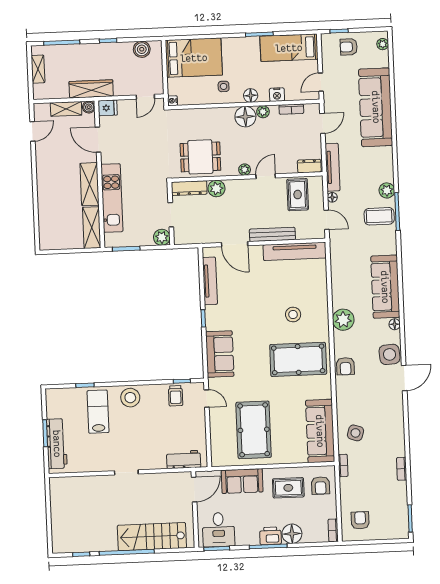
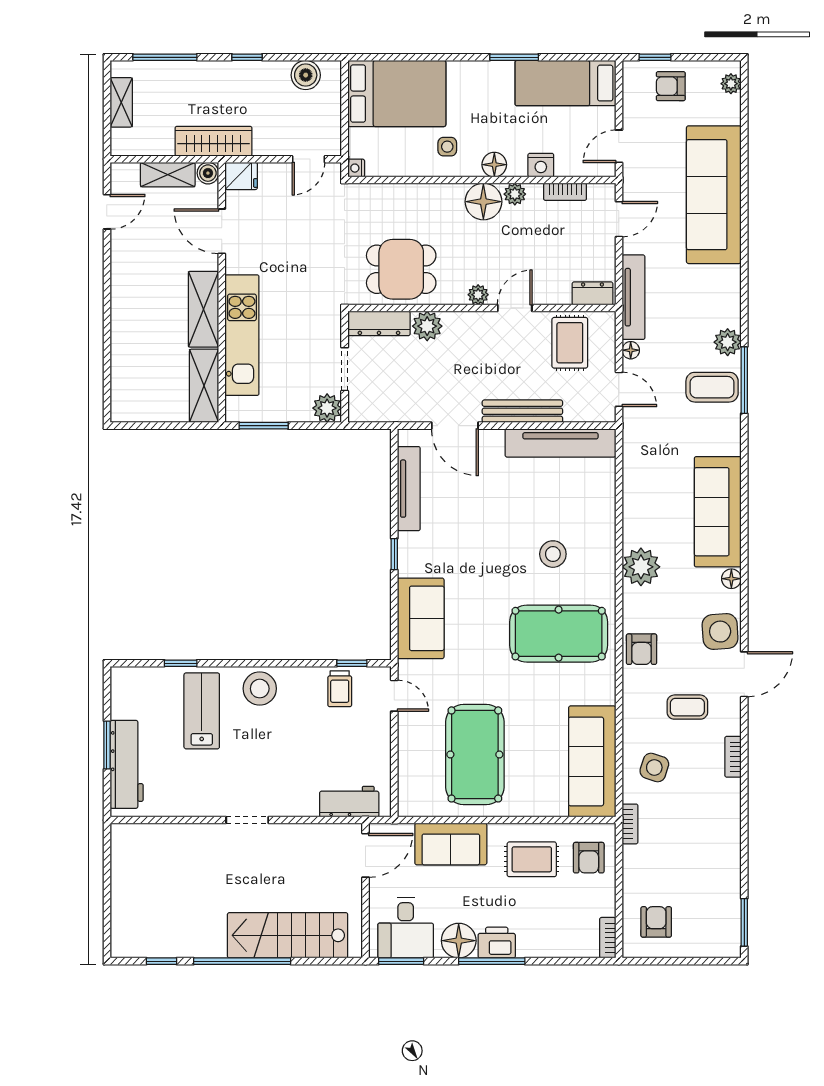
coffee table: (373, 398) -> (687, 707), added
bookcase: (402, 469) -> (733, 757), moved
floor lamp: (292, 534) -> (459, 941), moved

